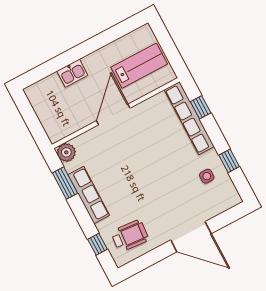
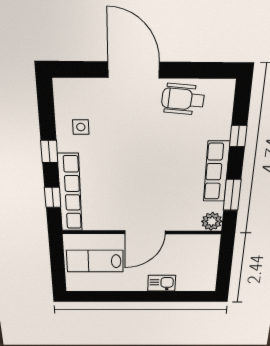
window: (229, 161) -> (49, 151), moved
wheelchair: (130, 236) -> (183, 99), moved
window: (97, 244) -> (238, 136), moved

